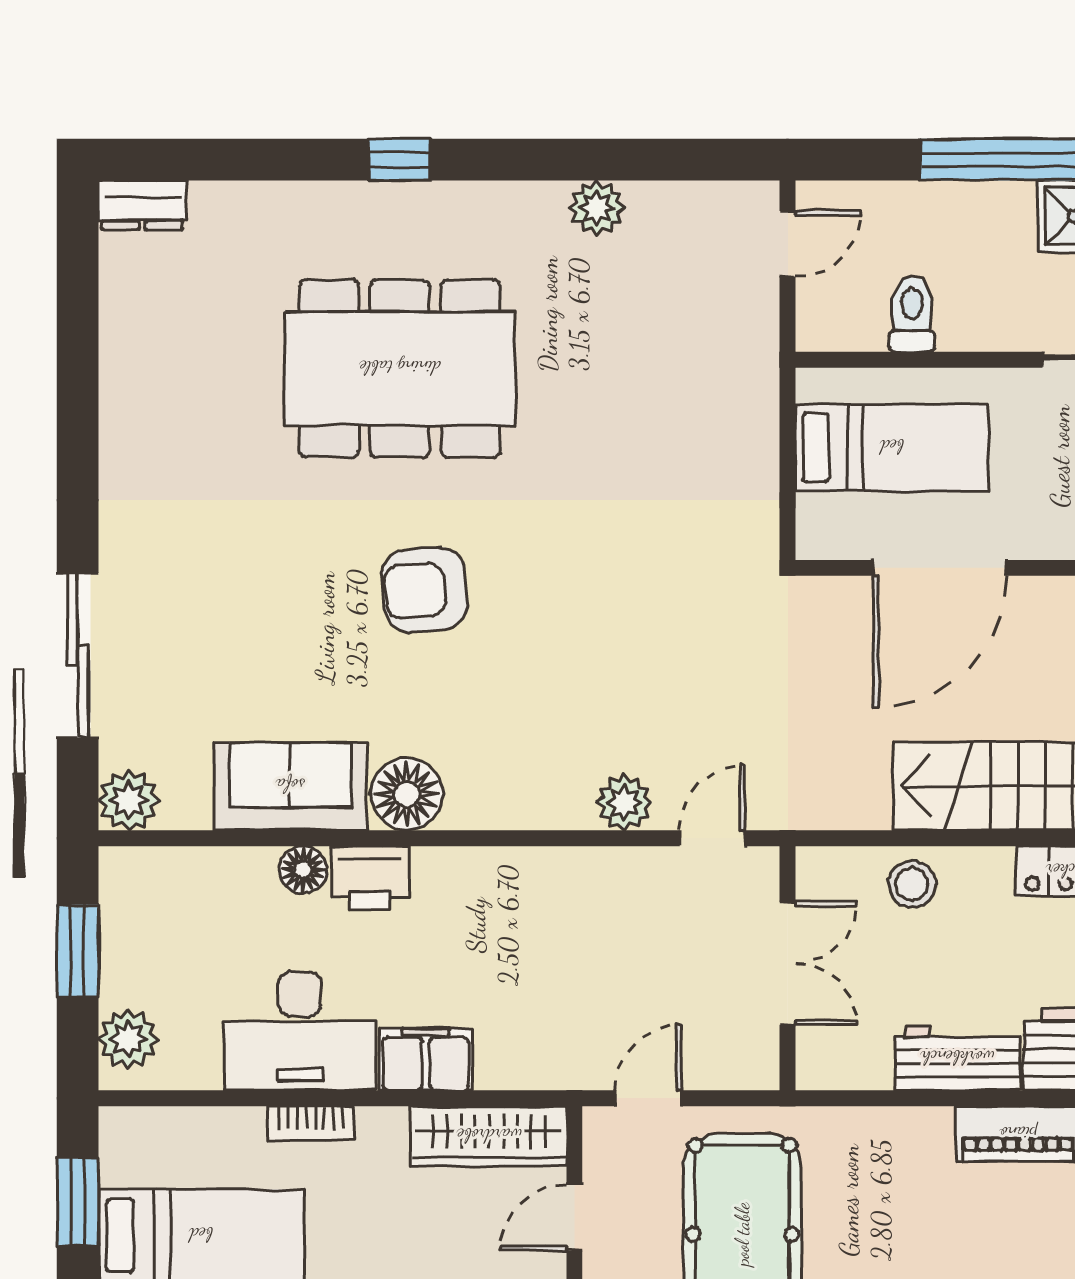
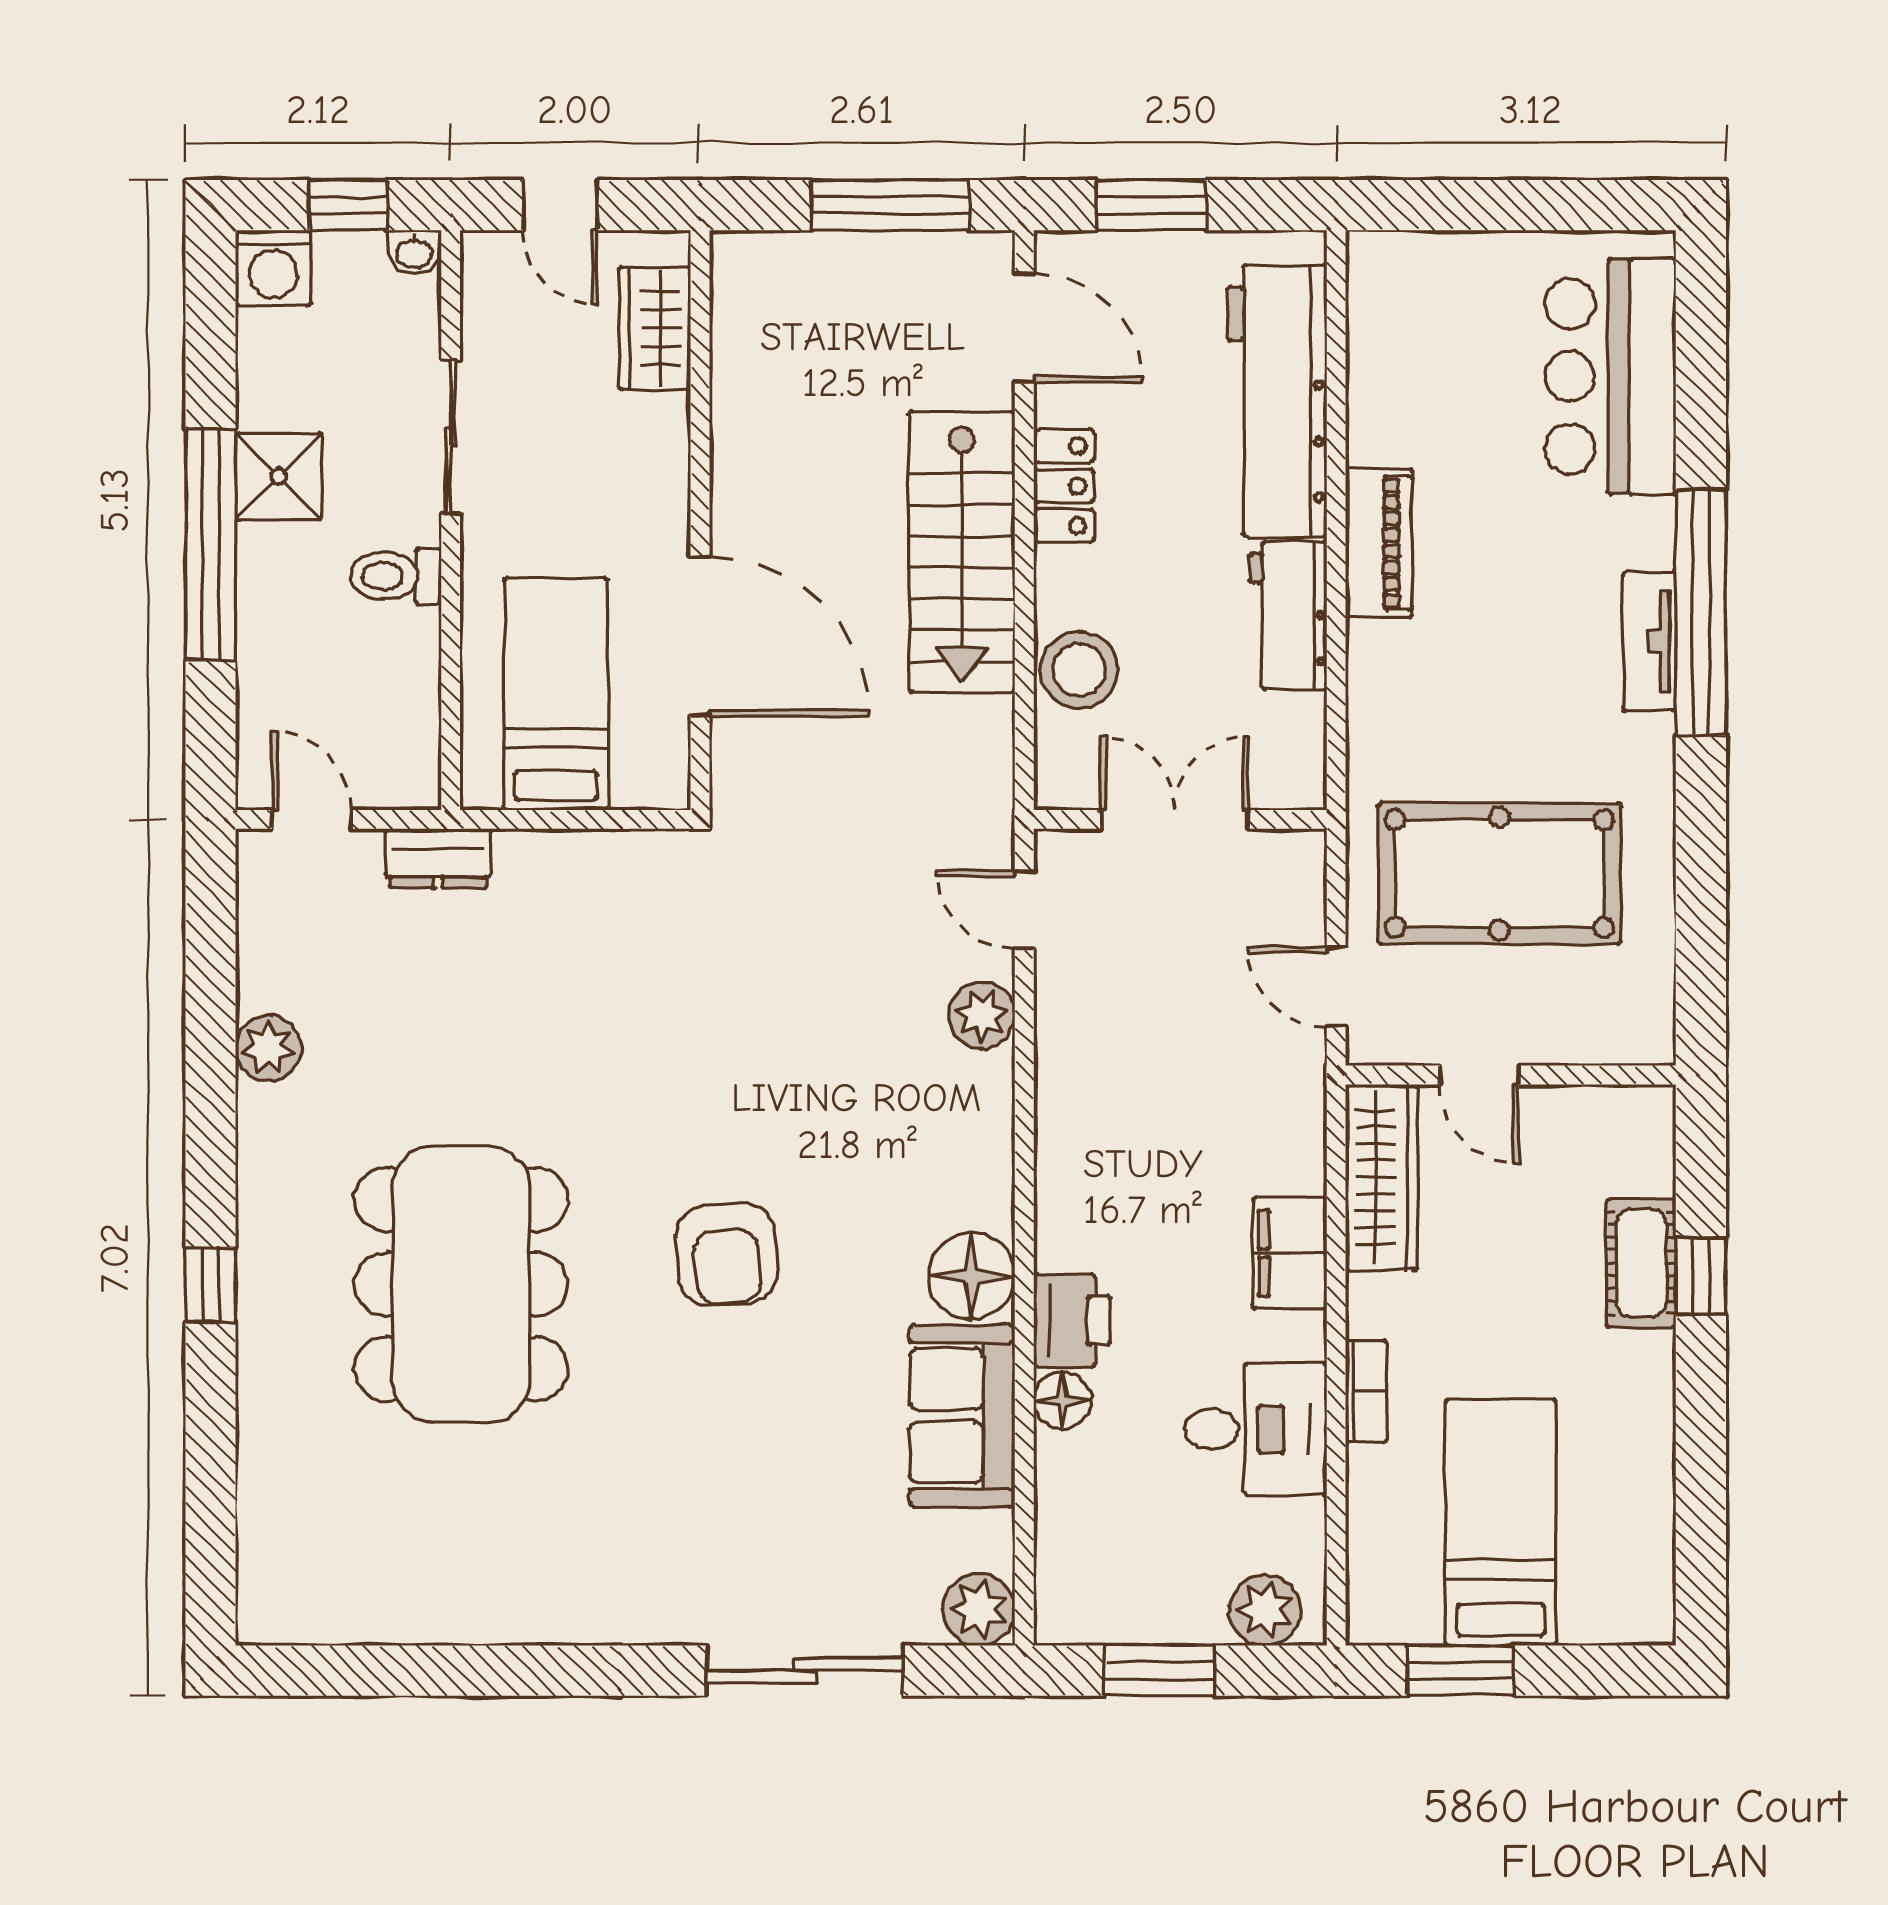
dresser: (142, 205) -> (438, 858), moved, turned 90
toilet: (912, 314) -> (395, 576), moved
stool: (912, 884) -> (1079, 670), width x1.38, depth x1.38
desk: (300, 1031) -> (1256, 1429), width x0.73

